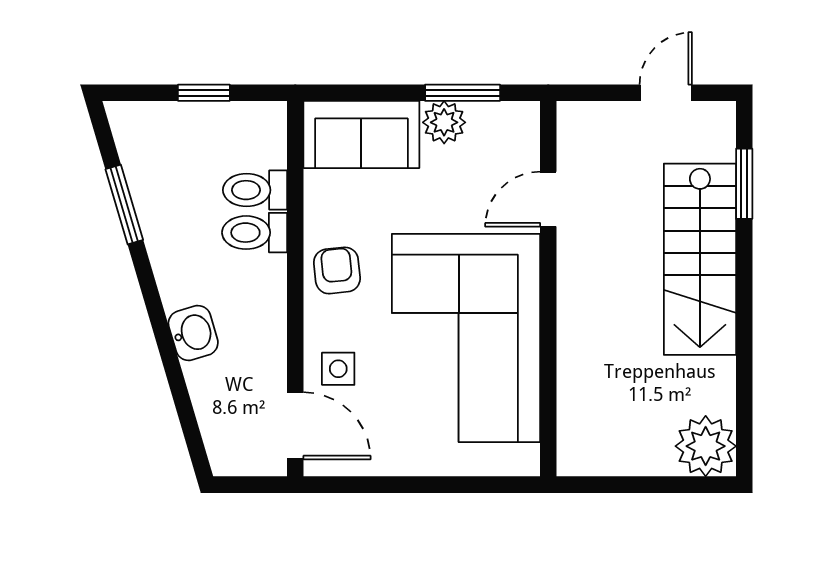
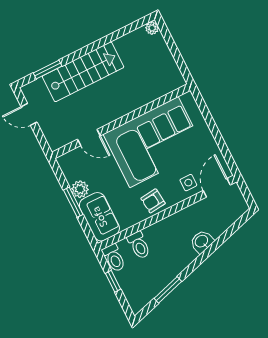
window: (463, 93) -> (73, 202), moved
toilet: (255, 233) -> (114, 258), moved
plant: (706, 446) -> (152, 28), width x0.53, depth x0.53

